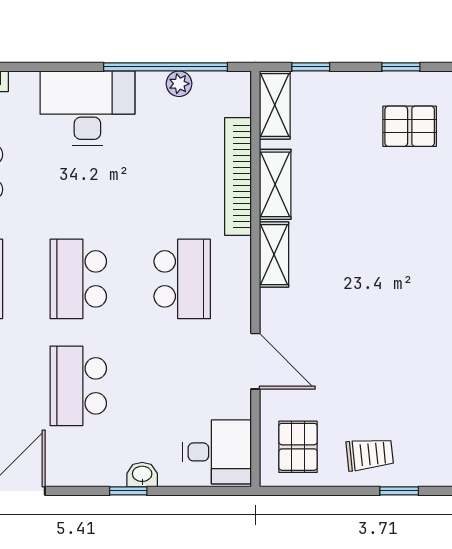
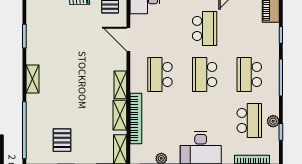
pallet: (410, 126) -> (62, 140), turned 90
school desk: (78, 279) -> (205, 74), turned 180

